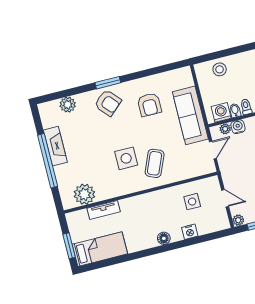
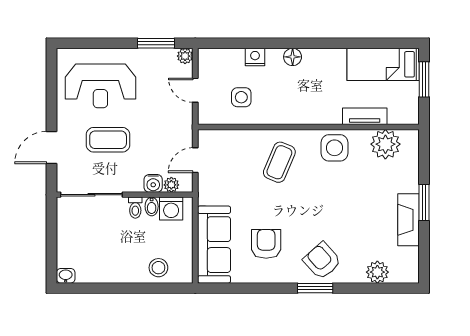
sofa: (190, 115) -> (214, 245), moved
side table: (126, 158) -> (334, 148), moved
window: (48, 161) -> (424, 202), width x0.47

